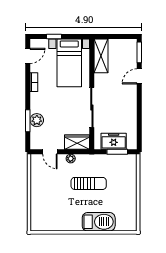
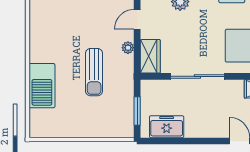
freezer: (114, 141) -> (167, 127), moved, turned -90

